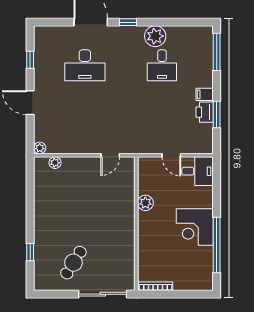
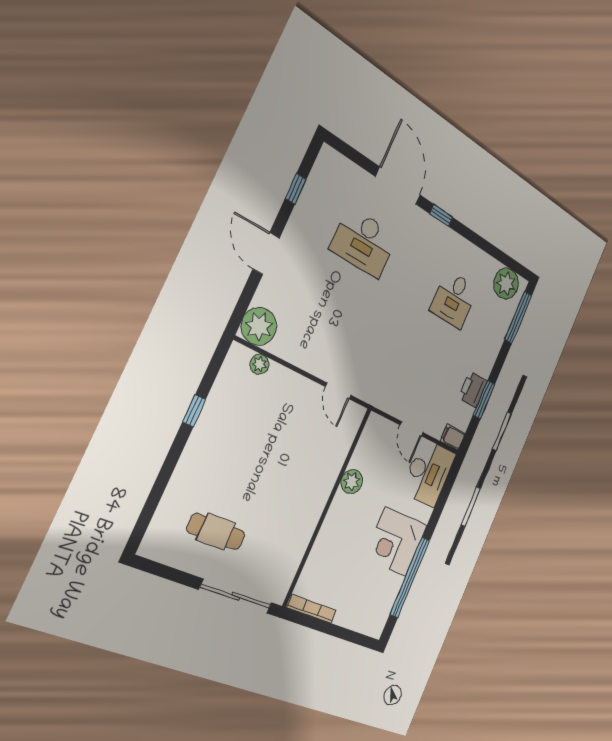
plant: (155, 36) -> (506, 284), moved
filing cabinet: (205, 94) -> (453, 437), moved
plant: (40, 148) -> (259, 326), width x1.87, depth x1.87
door: (110, 155) -> (338, 391), hinge flipped
desk: (197, 171) -> (428, 473), width x1.37
window: (30, 252) -> (194, 411), moved
cafe table: (73, 263) -> (216, 532), turned 58

